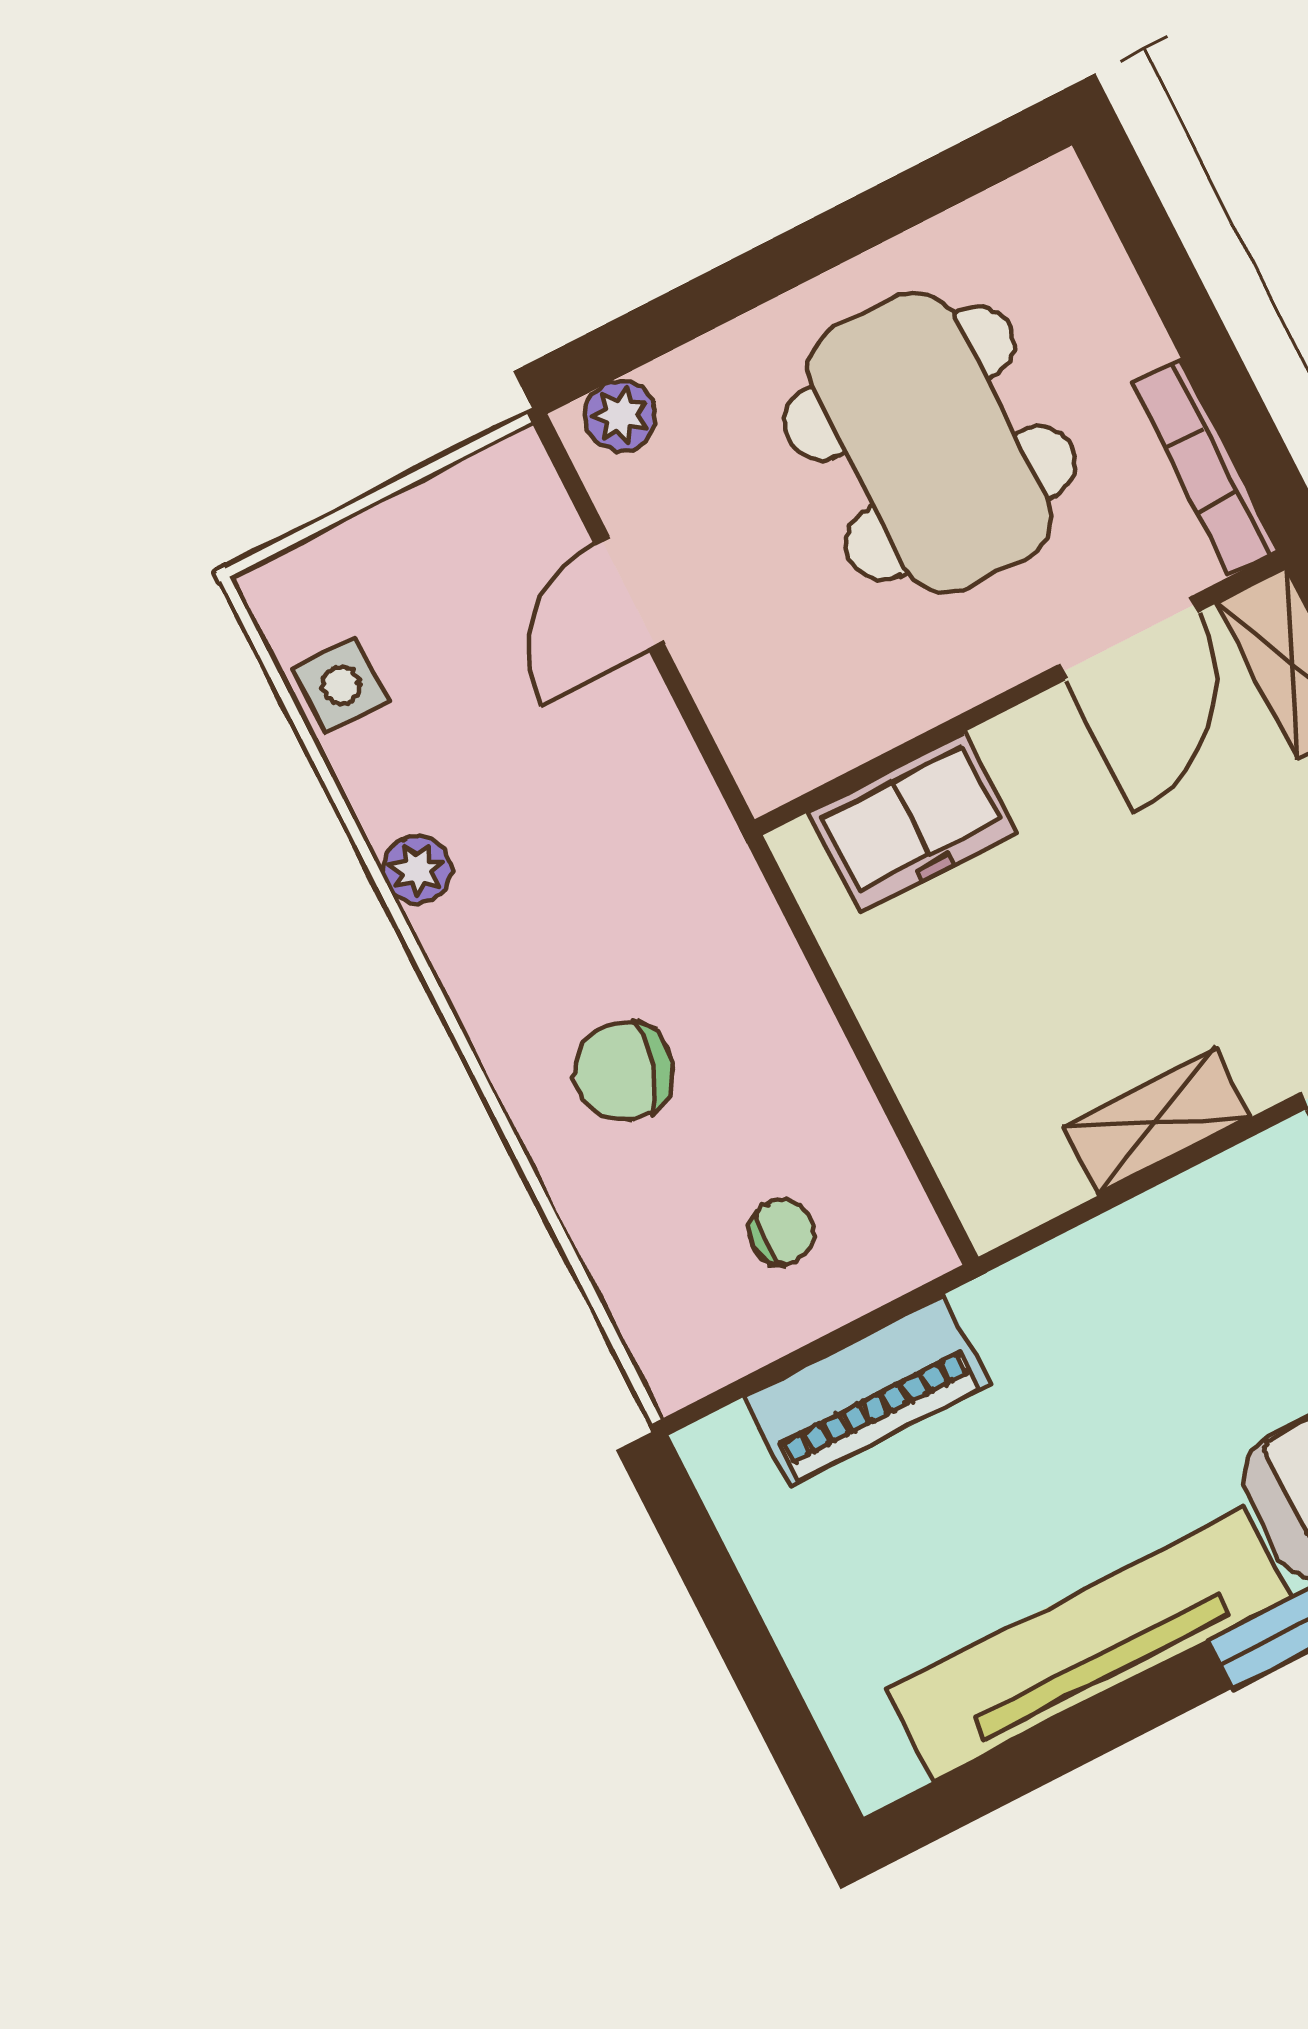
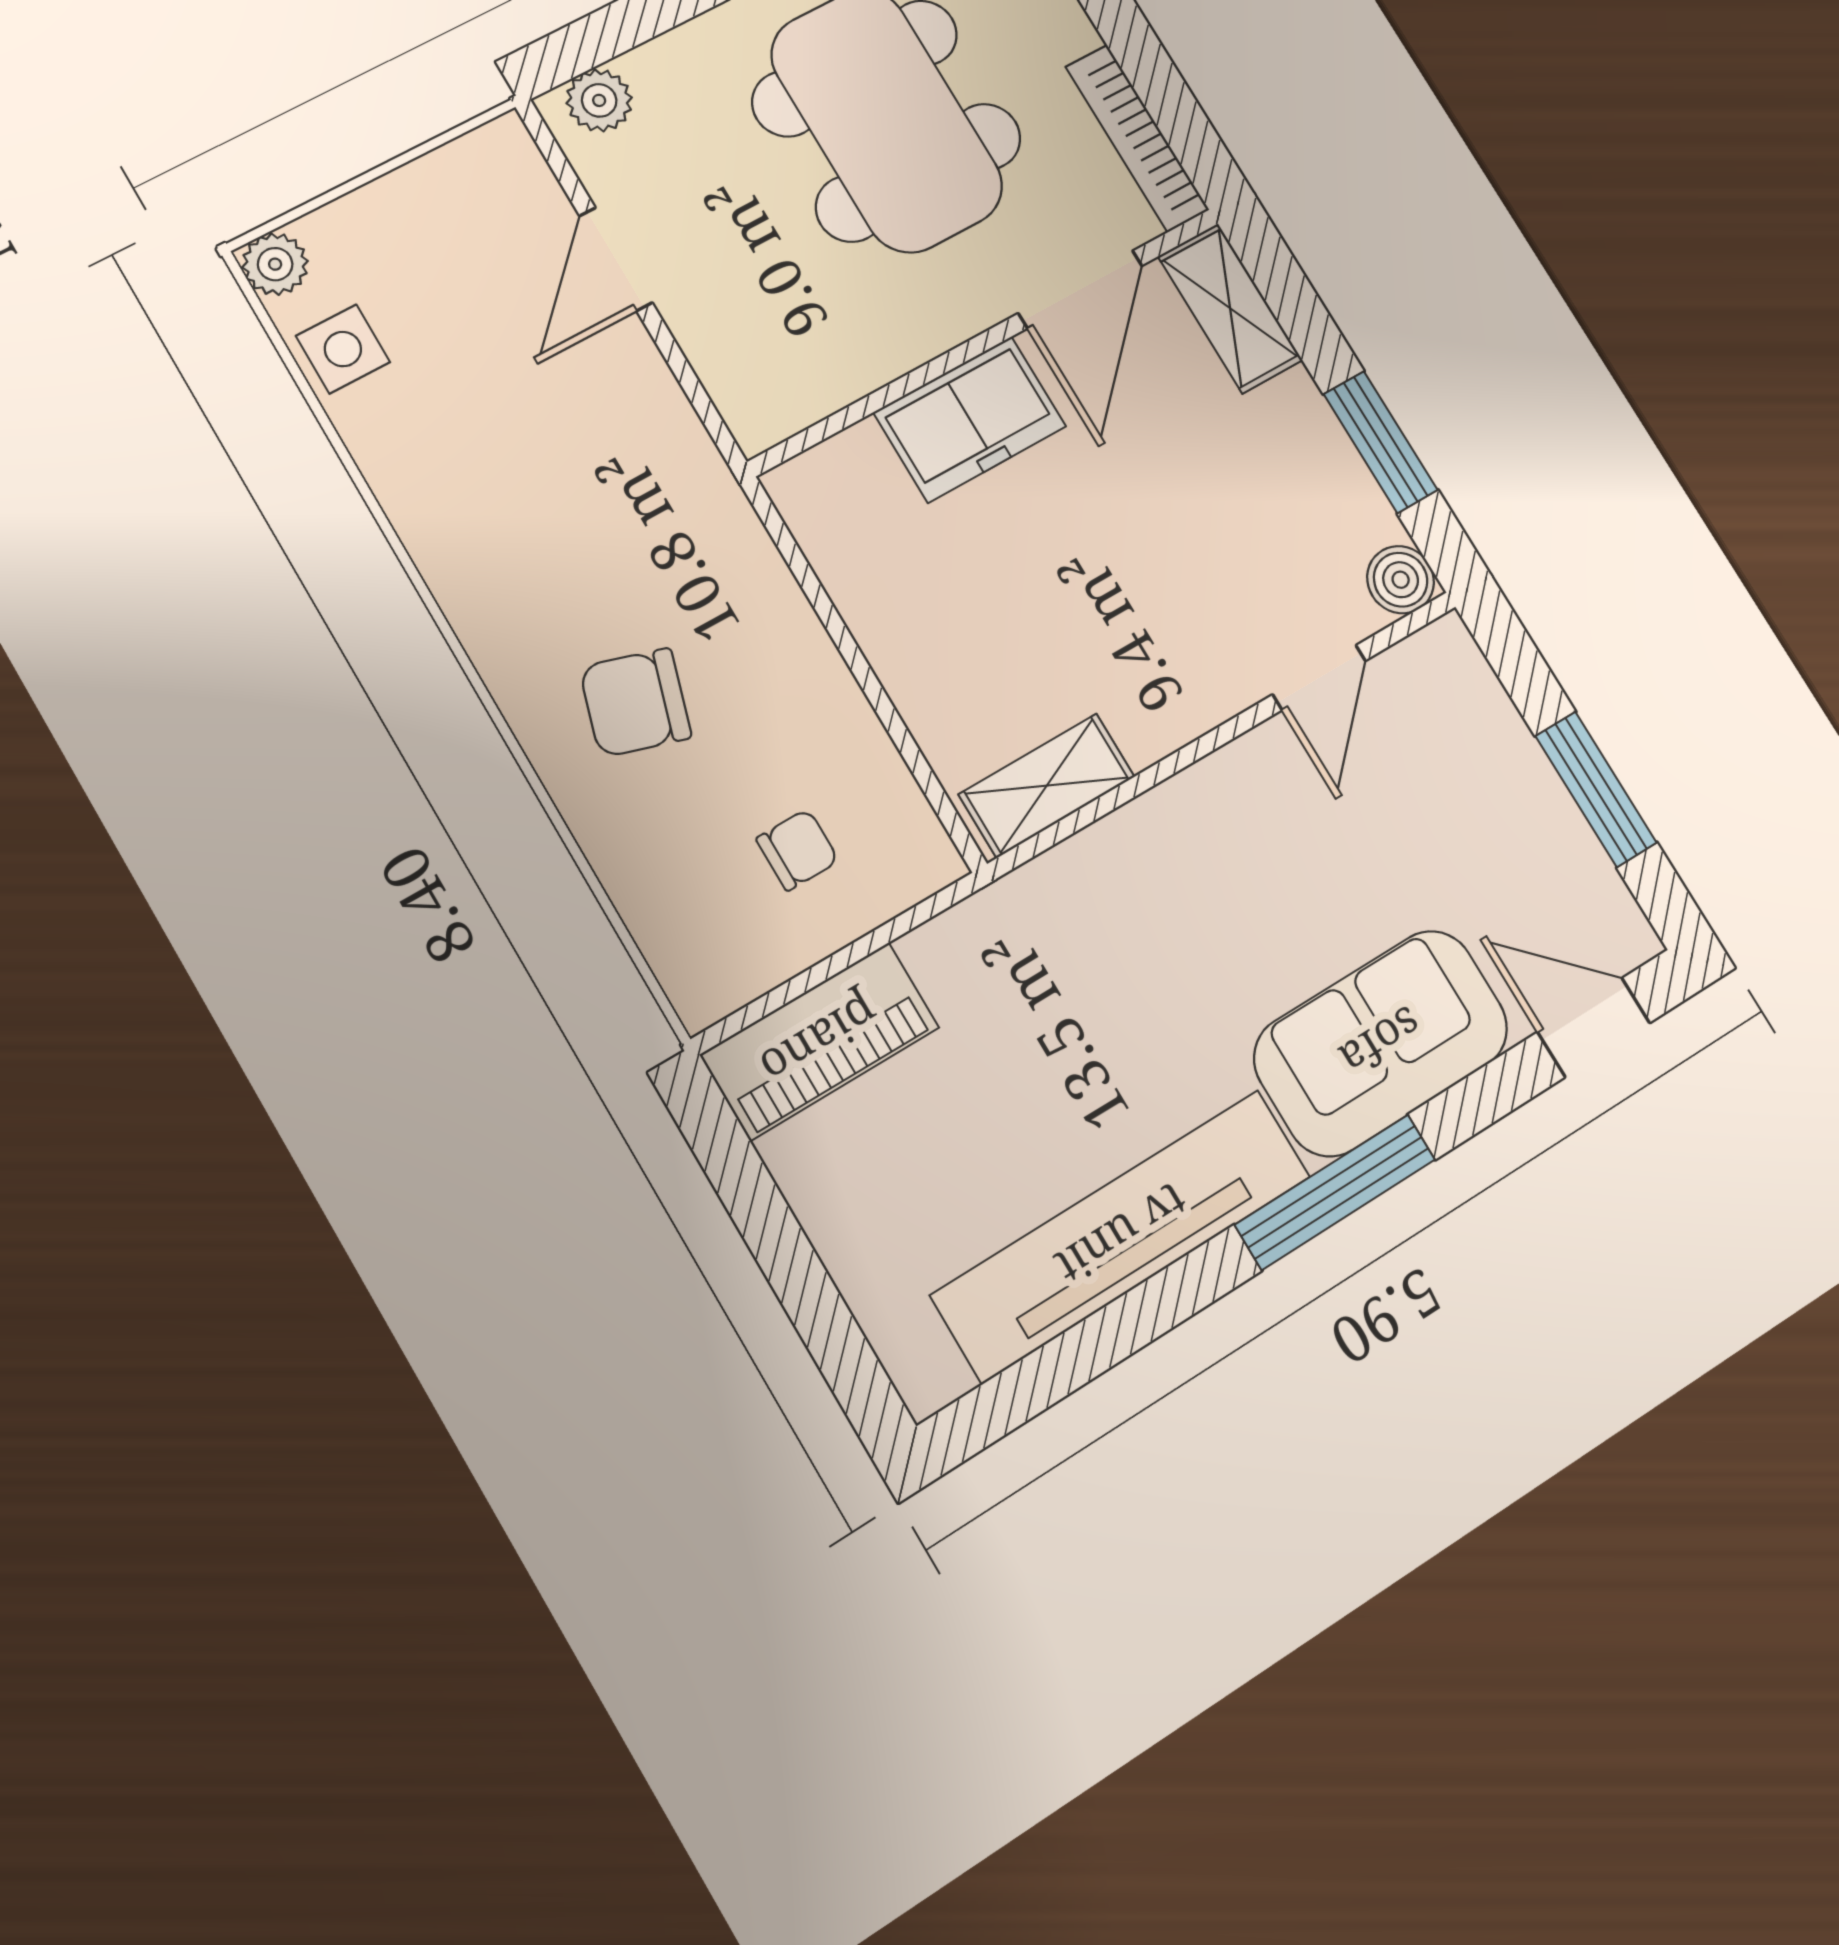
freezer: (913, 823) -> (970, 419), moved
plant: (417, 870) -> (275, 264), moved
shelving: (1157, 1122) -> (1047, 786), moved
piano: (867, 1391) -> (820, 1041), moved

